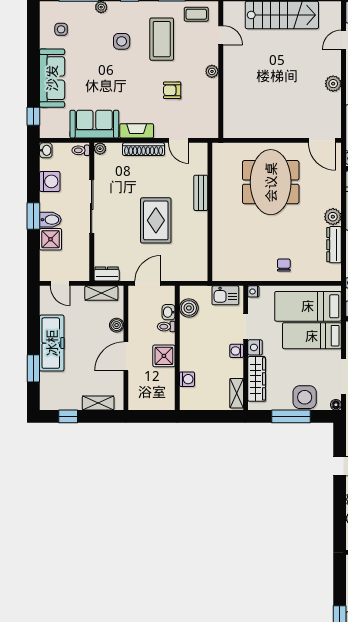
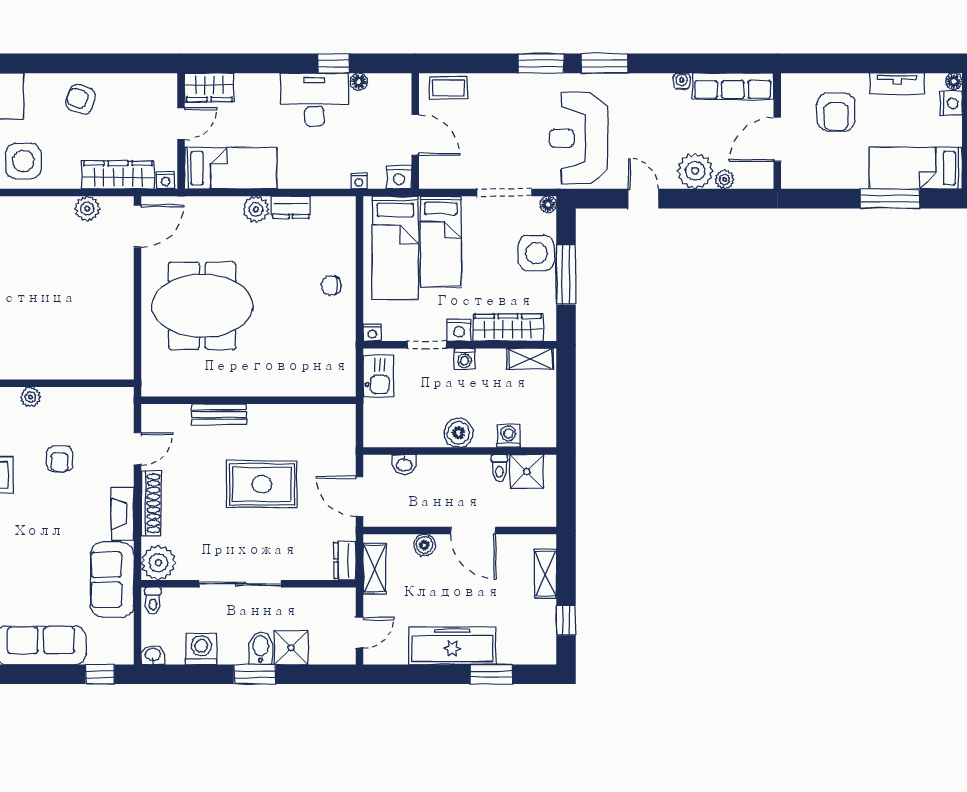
plant: (333, 84) -> (87, 209), moved
plant: (100, 149) -> (158, 563), width x1.87, depth x1.87
dresser: (334, 245) -> (291, 207), width x0.70
boiler: (189, 308) -> (459, 433), moved
toilet: (166, 327) -> (499, 468), moved
shower: (164, 356) -> (527, 472), moved

